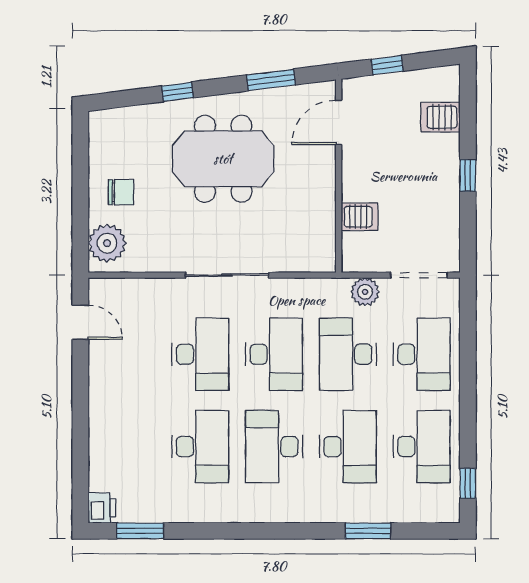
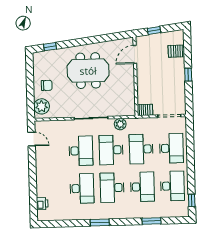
window: (271, 80) -> (107, 38), removed
window: (177, 92) -> (50, 47), moved
server rack: (360, 217) -> (145, 110), moved
plant: (365, 292) -> (120, 124), moved
desk: (274, 354) -> (111, 150), turned 180
printer: (102, 508) -> (42, 204), moved
window: (140, 531) -> (100, 222), moved

